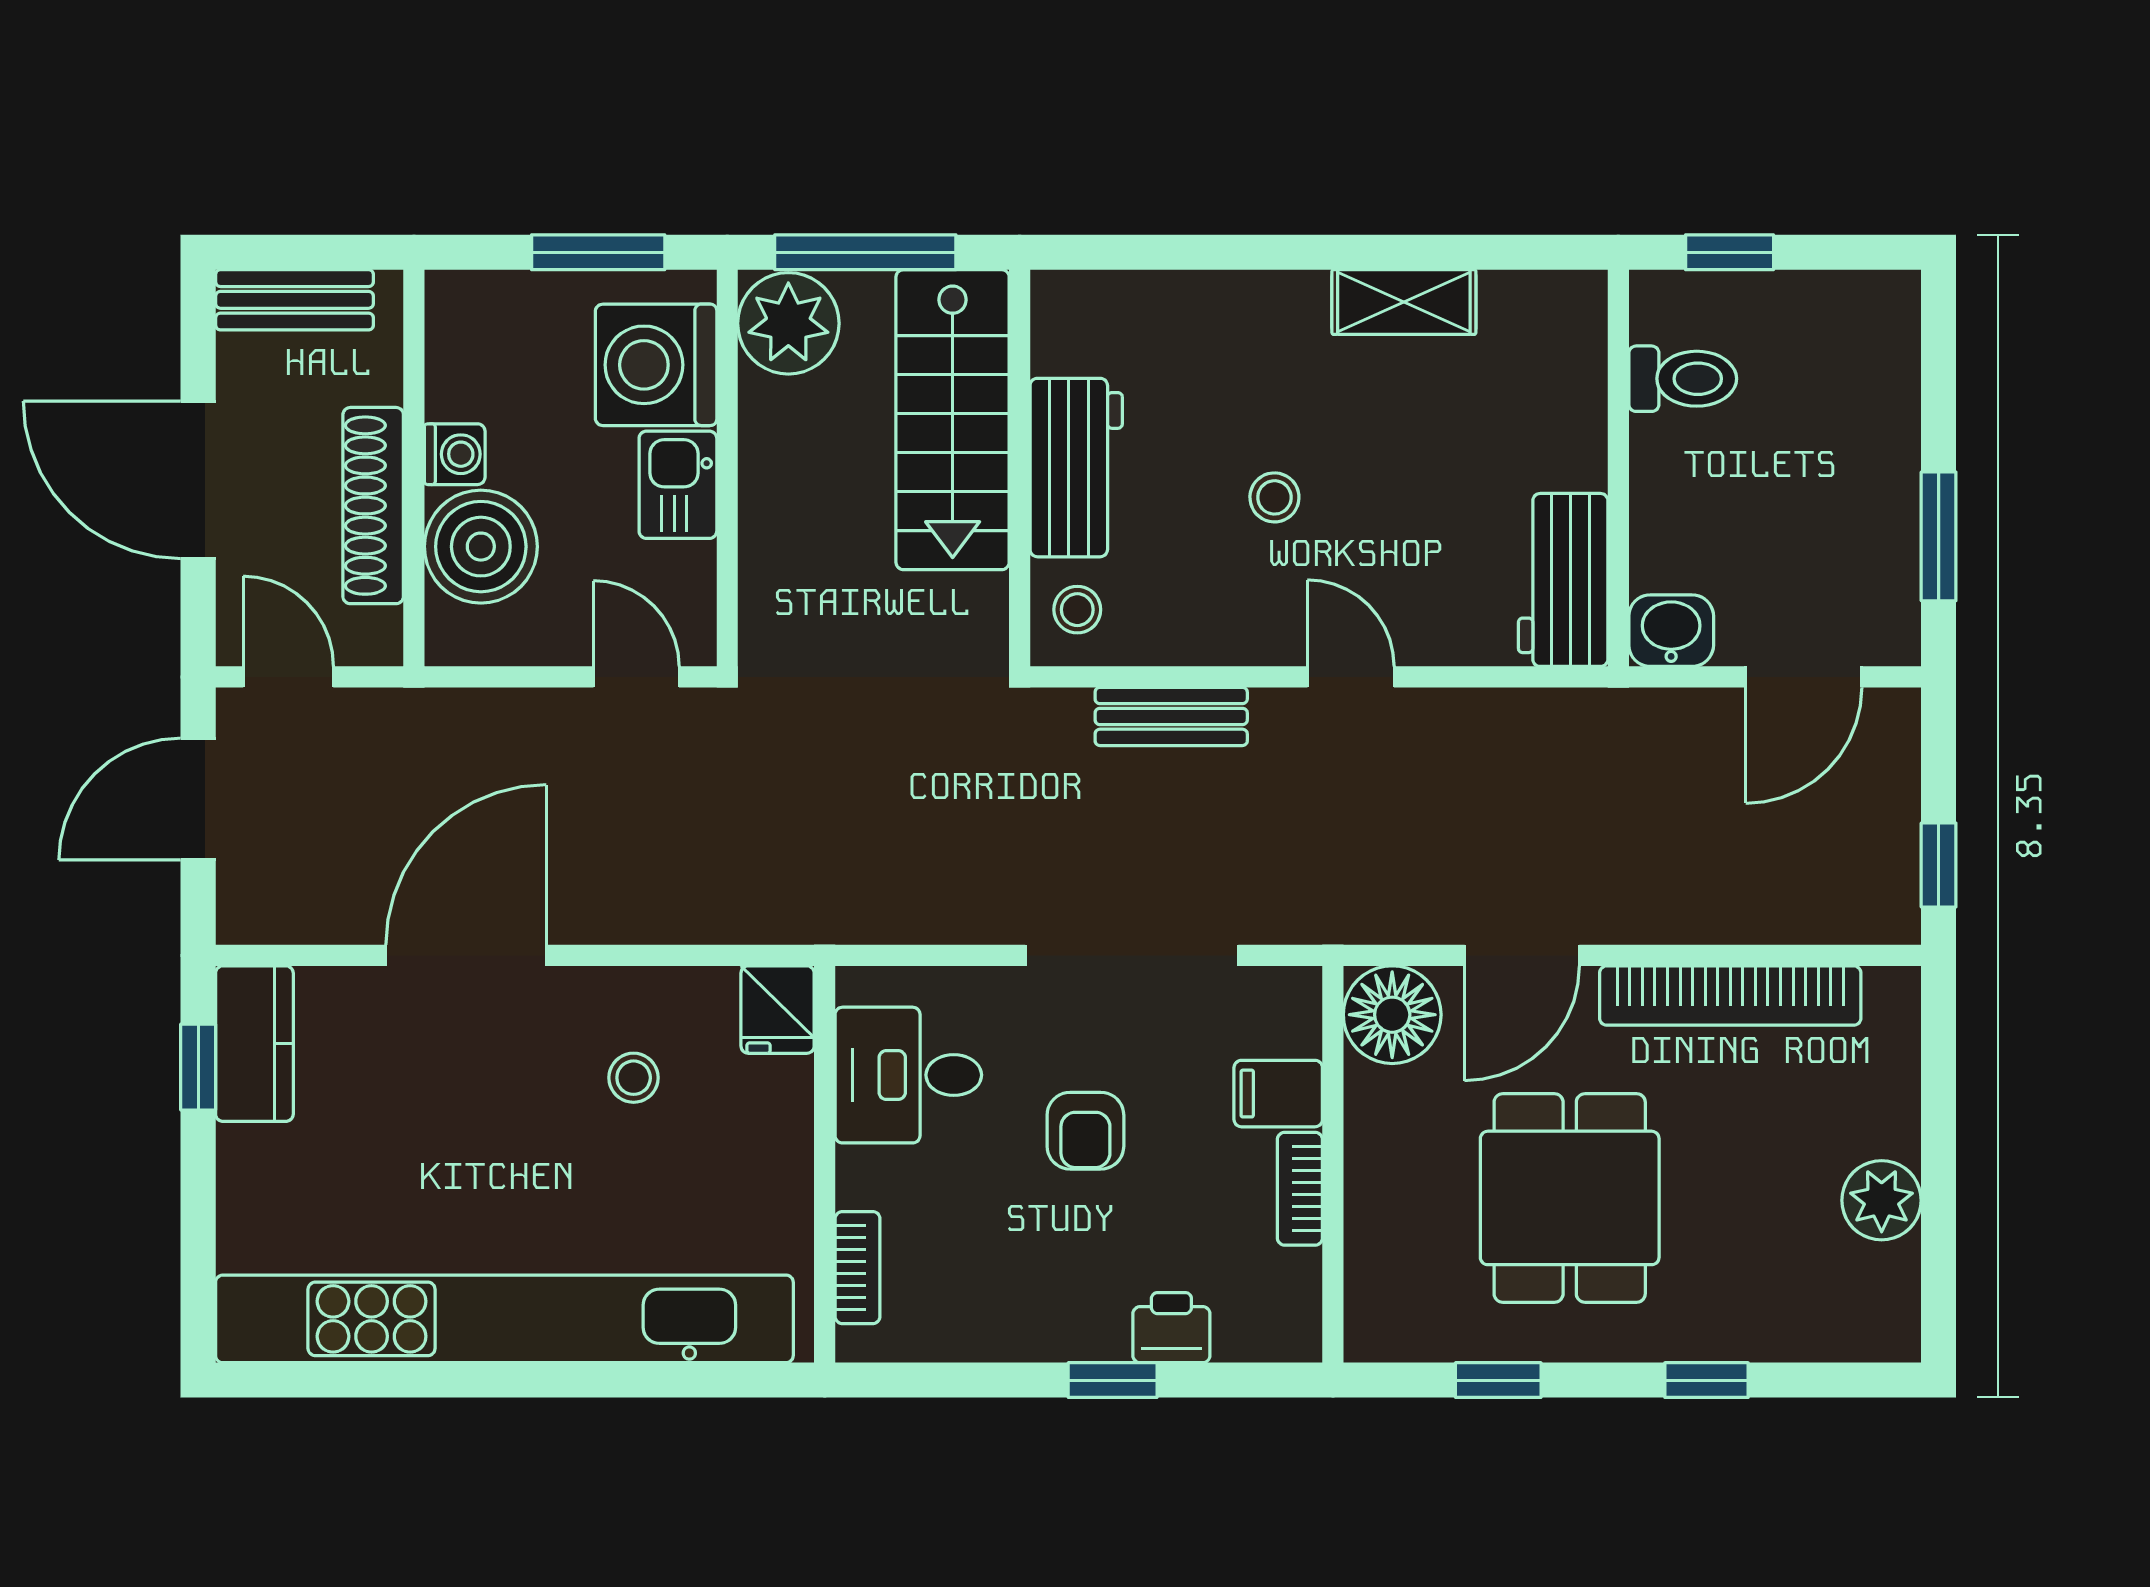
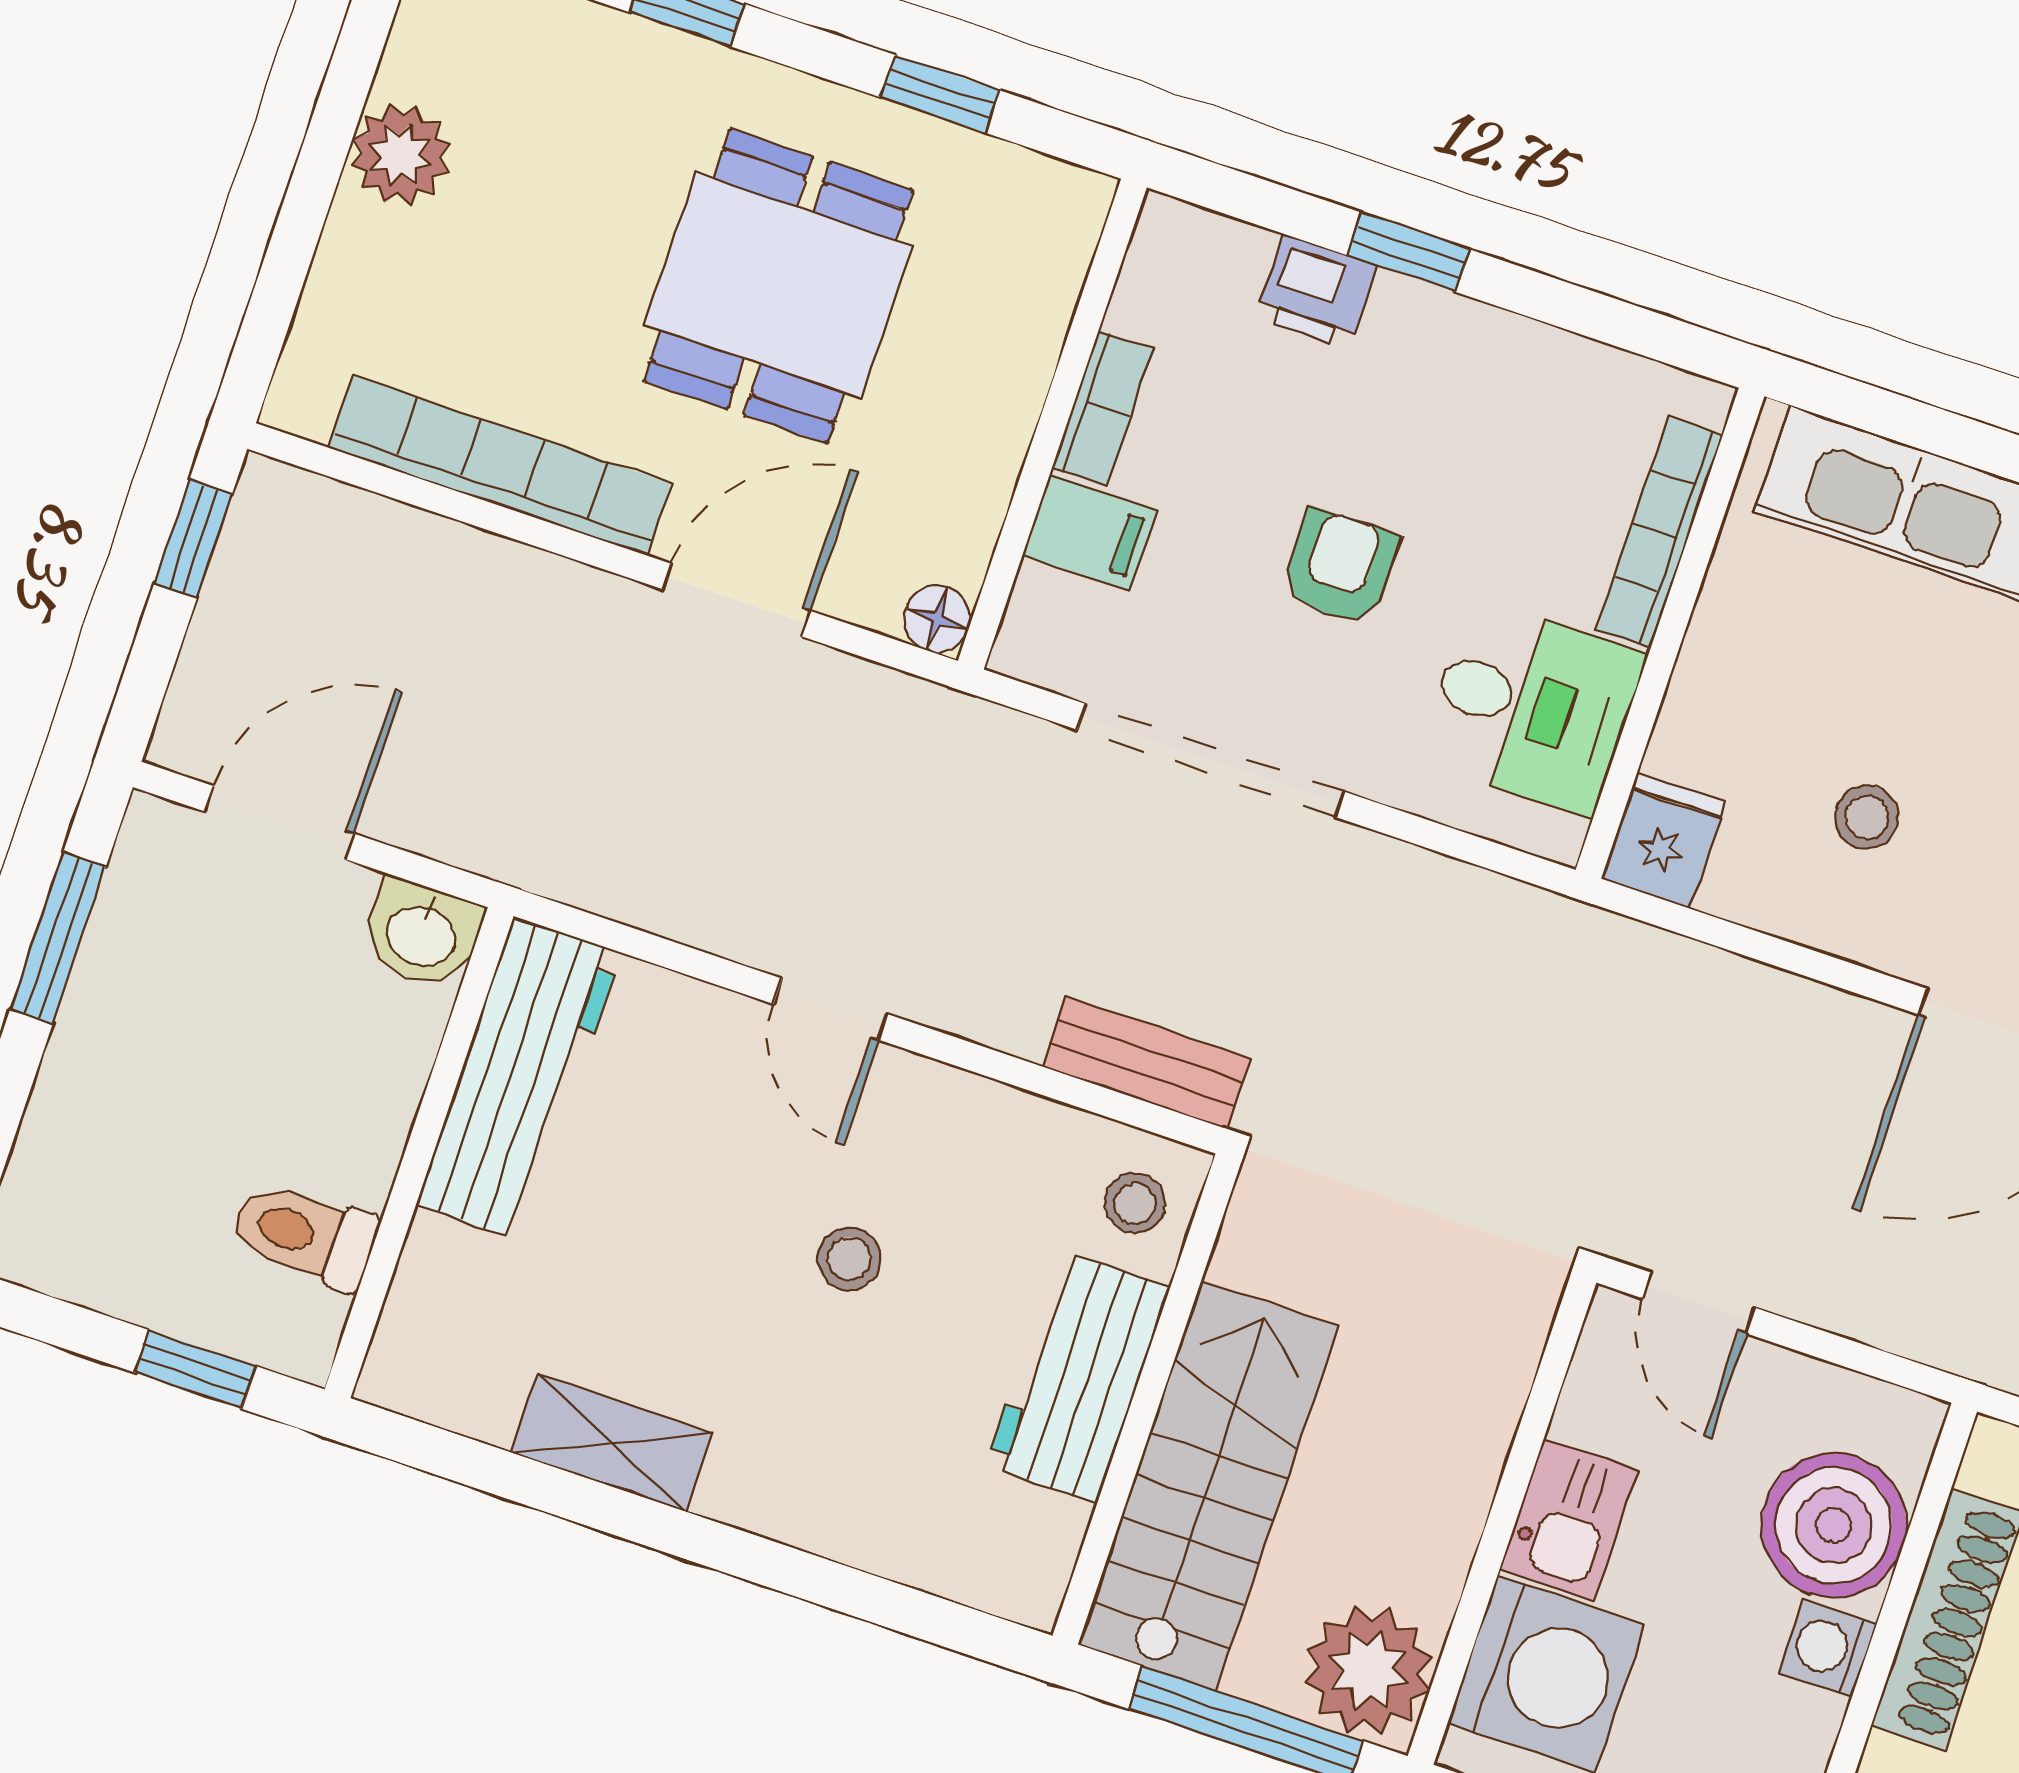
workbench: (1563, 580) -> (519, 1079), width x1.38
bench: (1171, 716) -> (1146, 1063), moved
floor lamp: (1392, 1015) -> (937, 619), width x0.53, depth x0.53
bookcase: (858, 1268) -> (1660, 532), width x1.56

